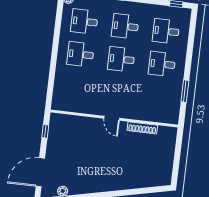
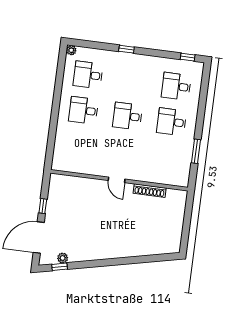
desk: (125, 26) -> (132, 81), removed
window: (45, 131) -> (43, 206), moved

